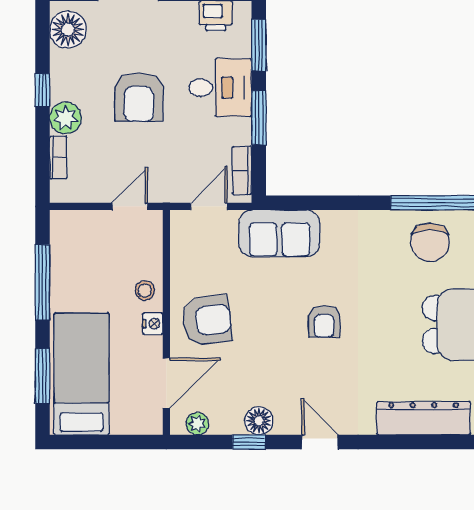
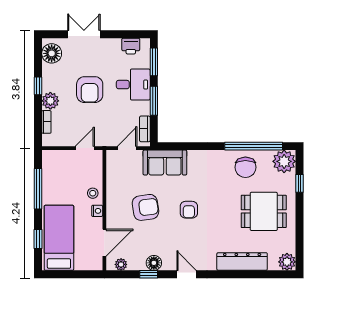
armchair: (207, 320) -> (145, 207), moved
window: (42, 376) -> (38, 239), width x0.67

